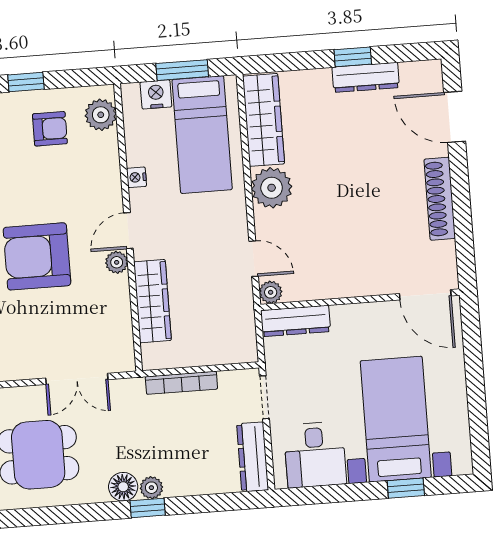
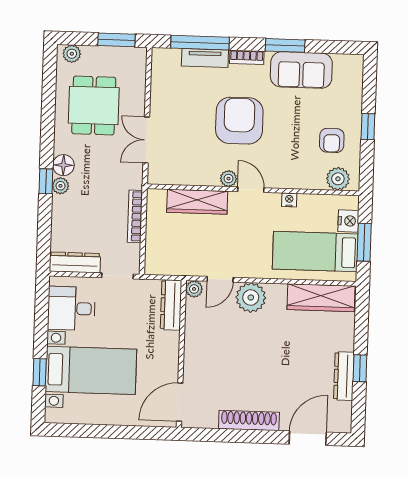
plant: (272, 188) -> (251, 298), moved

